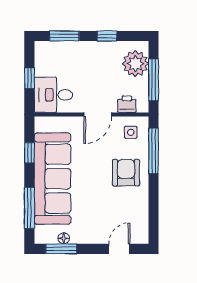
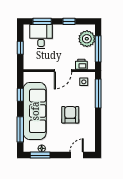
desk: (53, 95) -> (41, 36), moved, turned 90
armchair: (126, 173) -> (70, 115), moved

